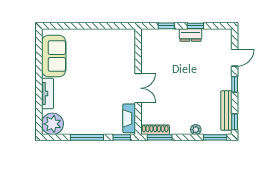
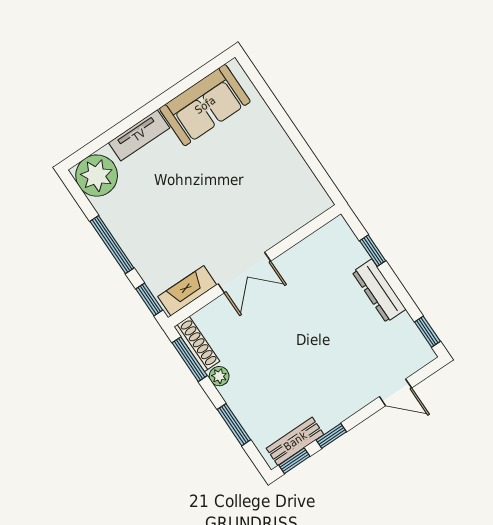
window: (195, 26) -> (427, 332), moved
dresser: (191, 35) -> (379, 291), width x1.44
window: (235, 84) -> (331, 436), moved
bench: (226, 110) -> (295, 441), width x0.73
plant: (196, 130) -> (219, 376), moved
window: (215, 137) -> (234, 425), moved

